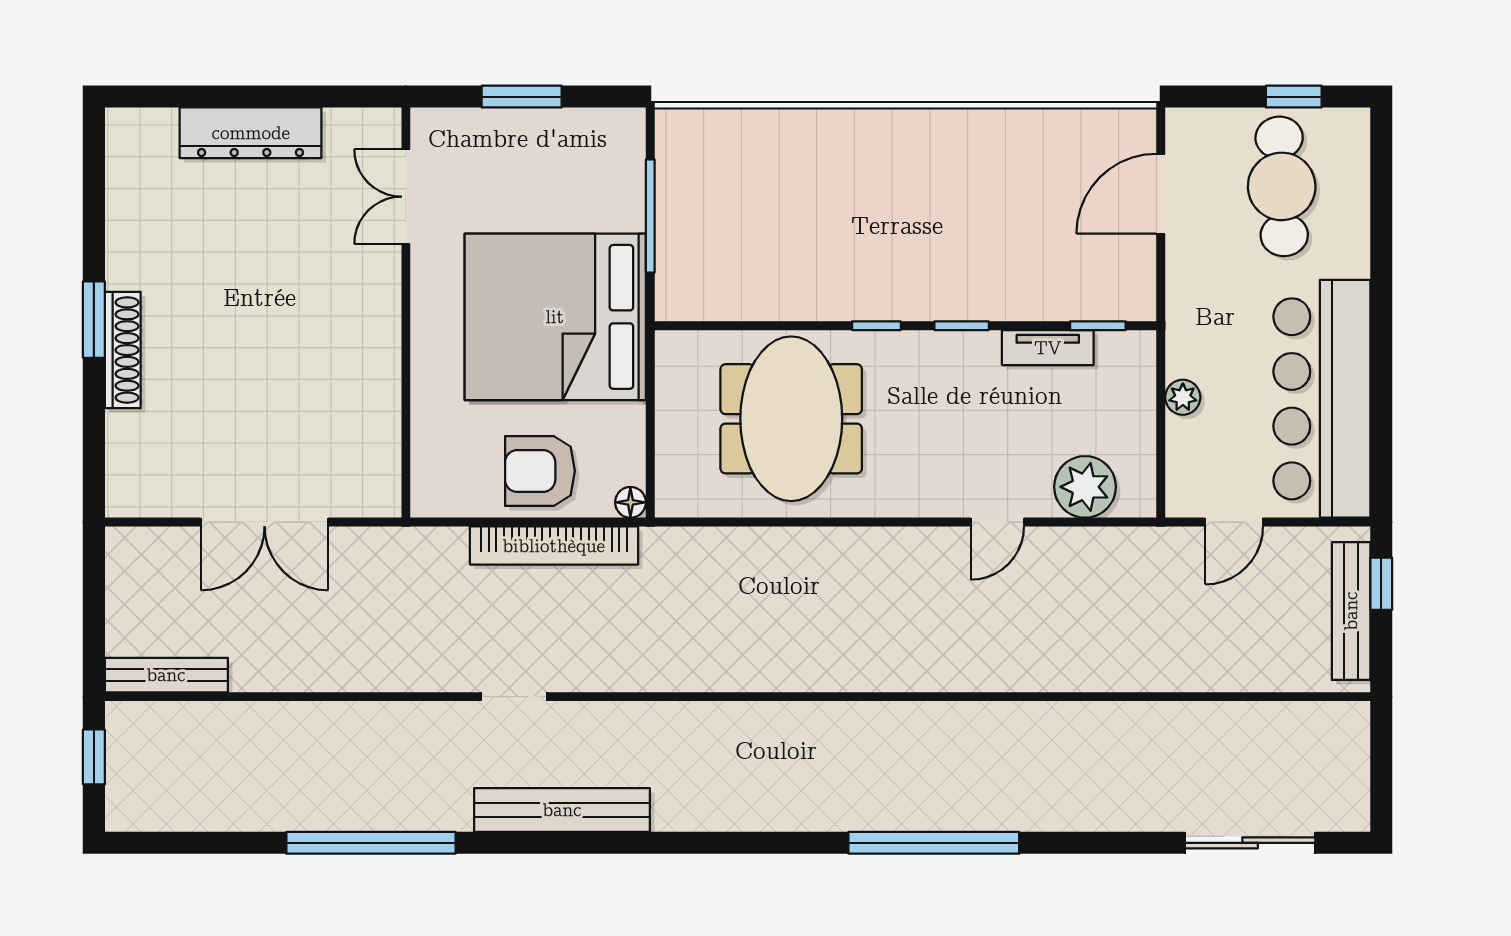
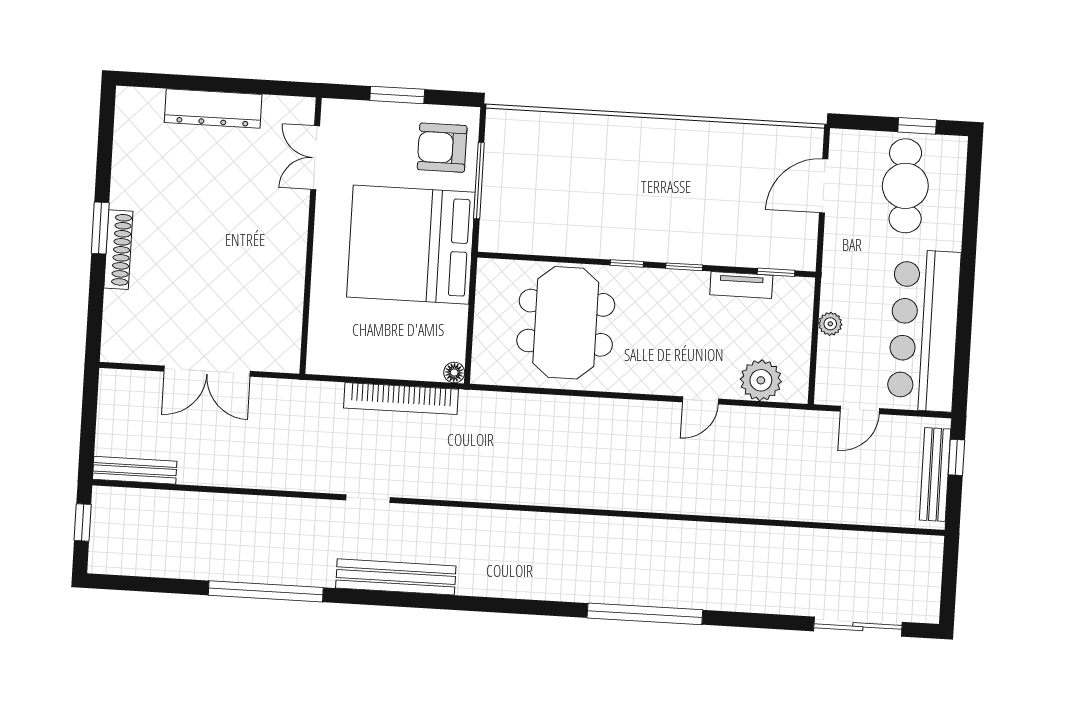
armchair: (540, 471) -> (442, 148), moved

